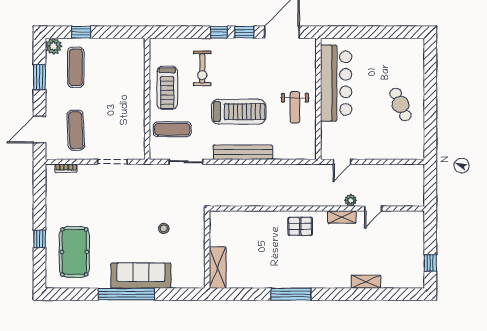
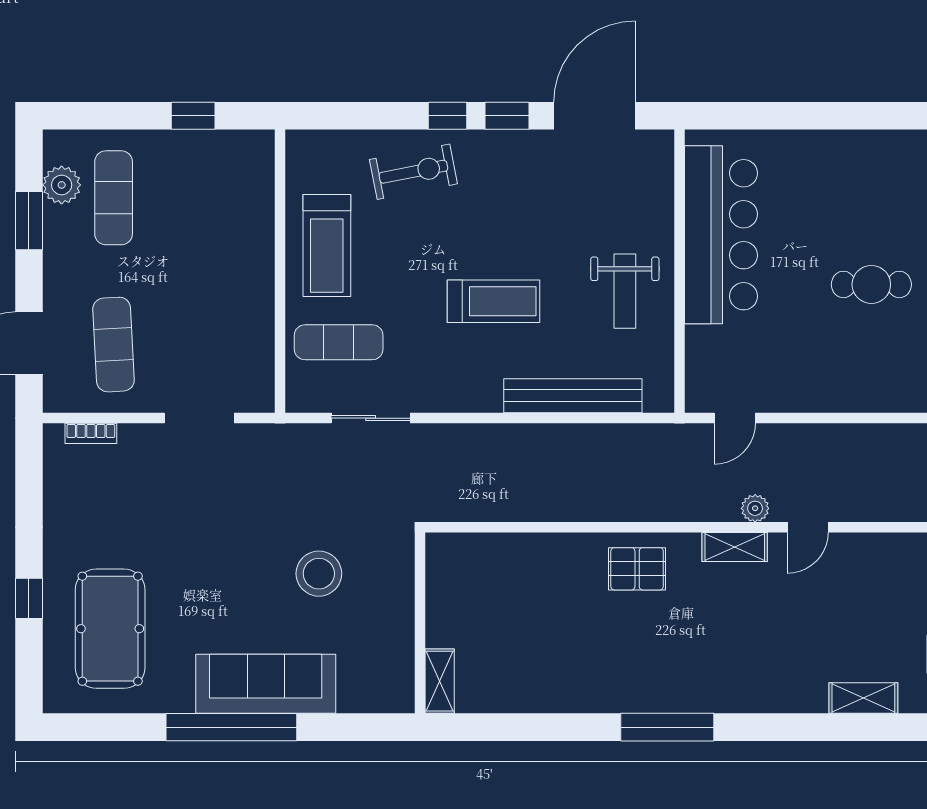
window: (81, 32) -> (193, 116), moved
plant: (54, 46) -> (62, 185), moved
exercise bike: (202, 68) -> (413, 172), moved, turned -101
cafe table: (401, 104) -> (871, 284), turned -66
treadmill: (239, 112) -> (494, 301), width x0.73, depth x0.73
bench: (243, 152) -> (573, 396), moved
stool: (164, 228) -> (319, 574), width x1.89, depth x1.89
shelving: (218, 268) -> (440, 681), width x0.67, depth x0.75
shelving: (366, 282) -> (863, 698), moved
window: (291, 294) -> (667, 727), moved

